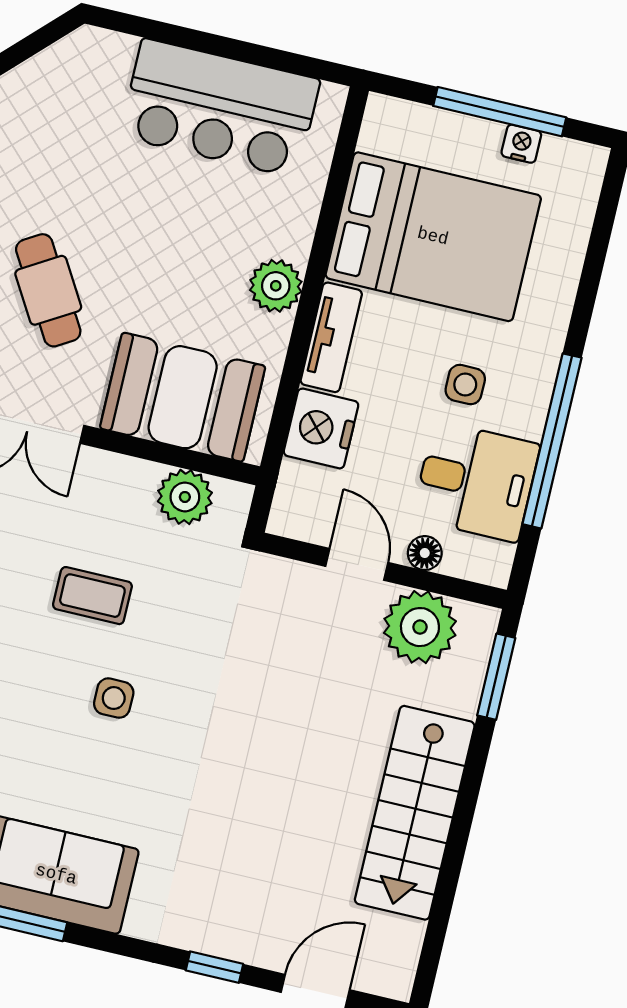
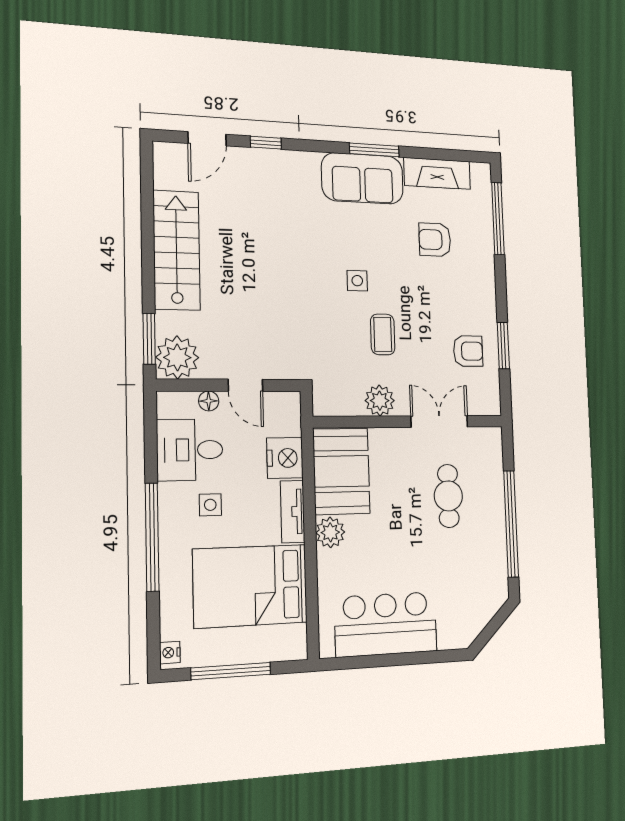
nightstand: (521, 144) -> (170, 653), moved, turned 90
cafe table: (48, 290) -> (448, 496), turned 31
booth: (183, 397) -> (341, 471), moved, turned 90
window: (552, 441) -> (152, 537), moved
plant: (185, 497) -> (380, 401), moved
coffee table: (92, 596) -> (383, 334), turned 90
plant: (420, 627) -> (177, 357), moved

